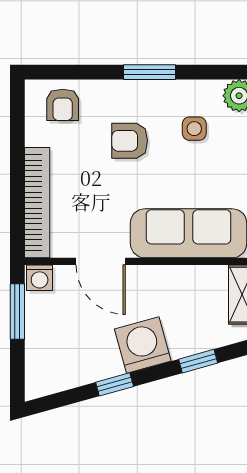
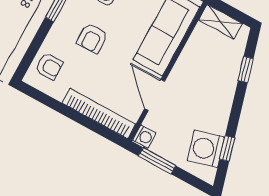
door: (101, 261) -> (155, 95), swing flipped
washing machine: (143, 345) -> (206, 149), moved
window: (115, 384) -> (227, 148), moved

